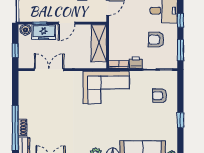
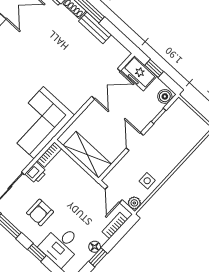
freezer: (44, 32) -> (139, 73), moved, turned -90
armchair: (156, 40) -> (40, 212), turned 180
bench: (23, 105) -> (95, 28), added

